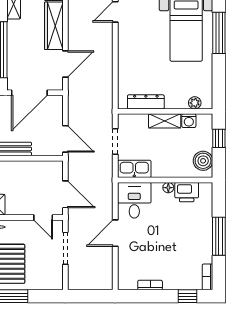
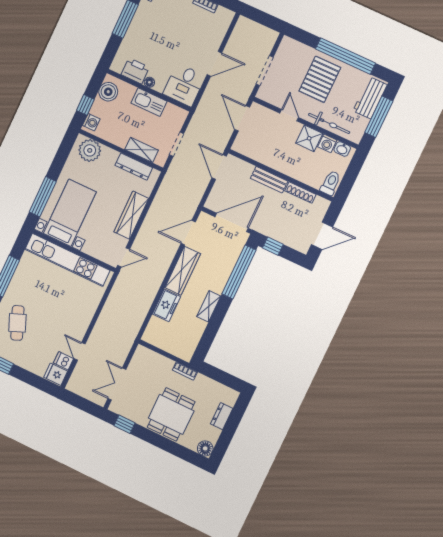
wardrobe: (127, 55) -> (131, 215), added
plant: (195, 103) -> (90, 150), width x1.87, depth x1.87
shelving: (165, 121) -> (142, 150), moved
washing machine: (189, 121) -> (91, 122), moved, turned 90
kitchen sink: (134, 169) -> (149, 102), moved
door: (43, 217) -> (289, 115), moved

